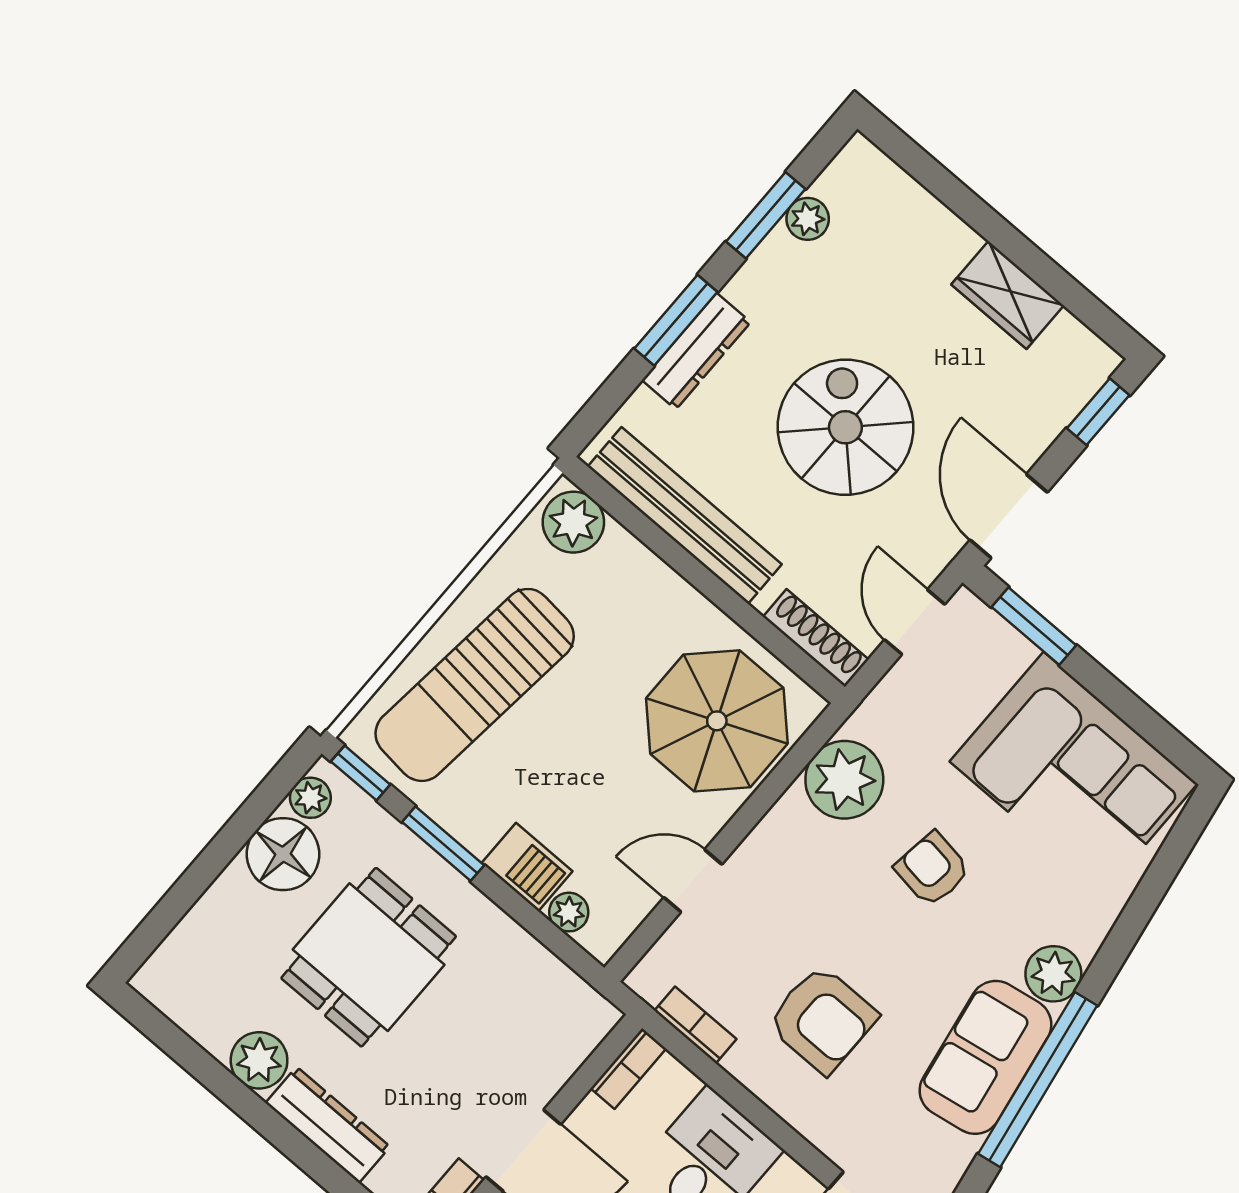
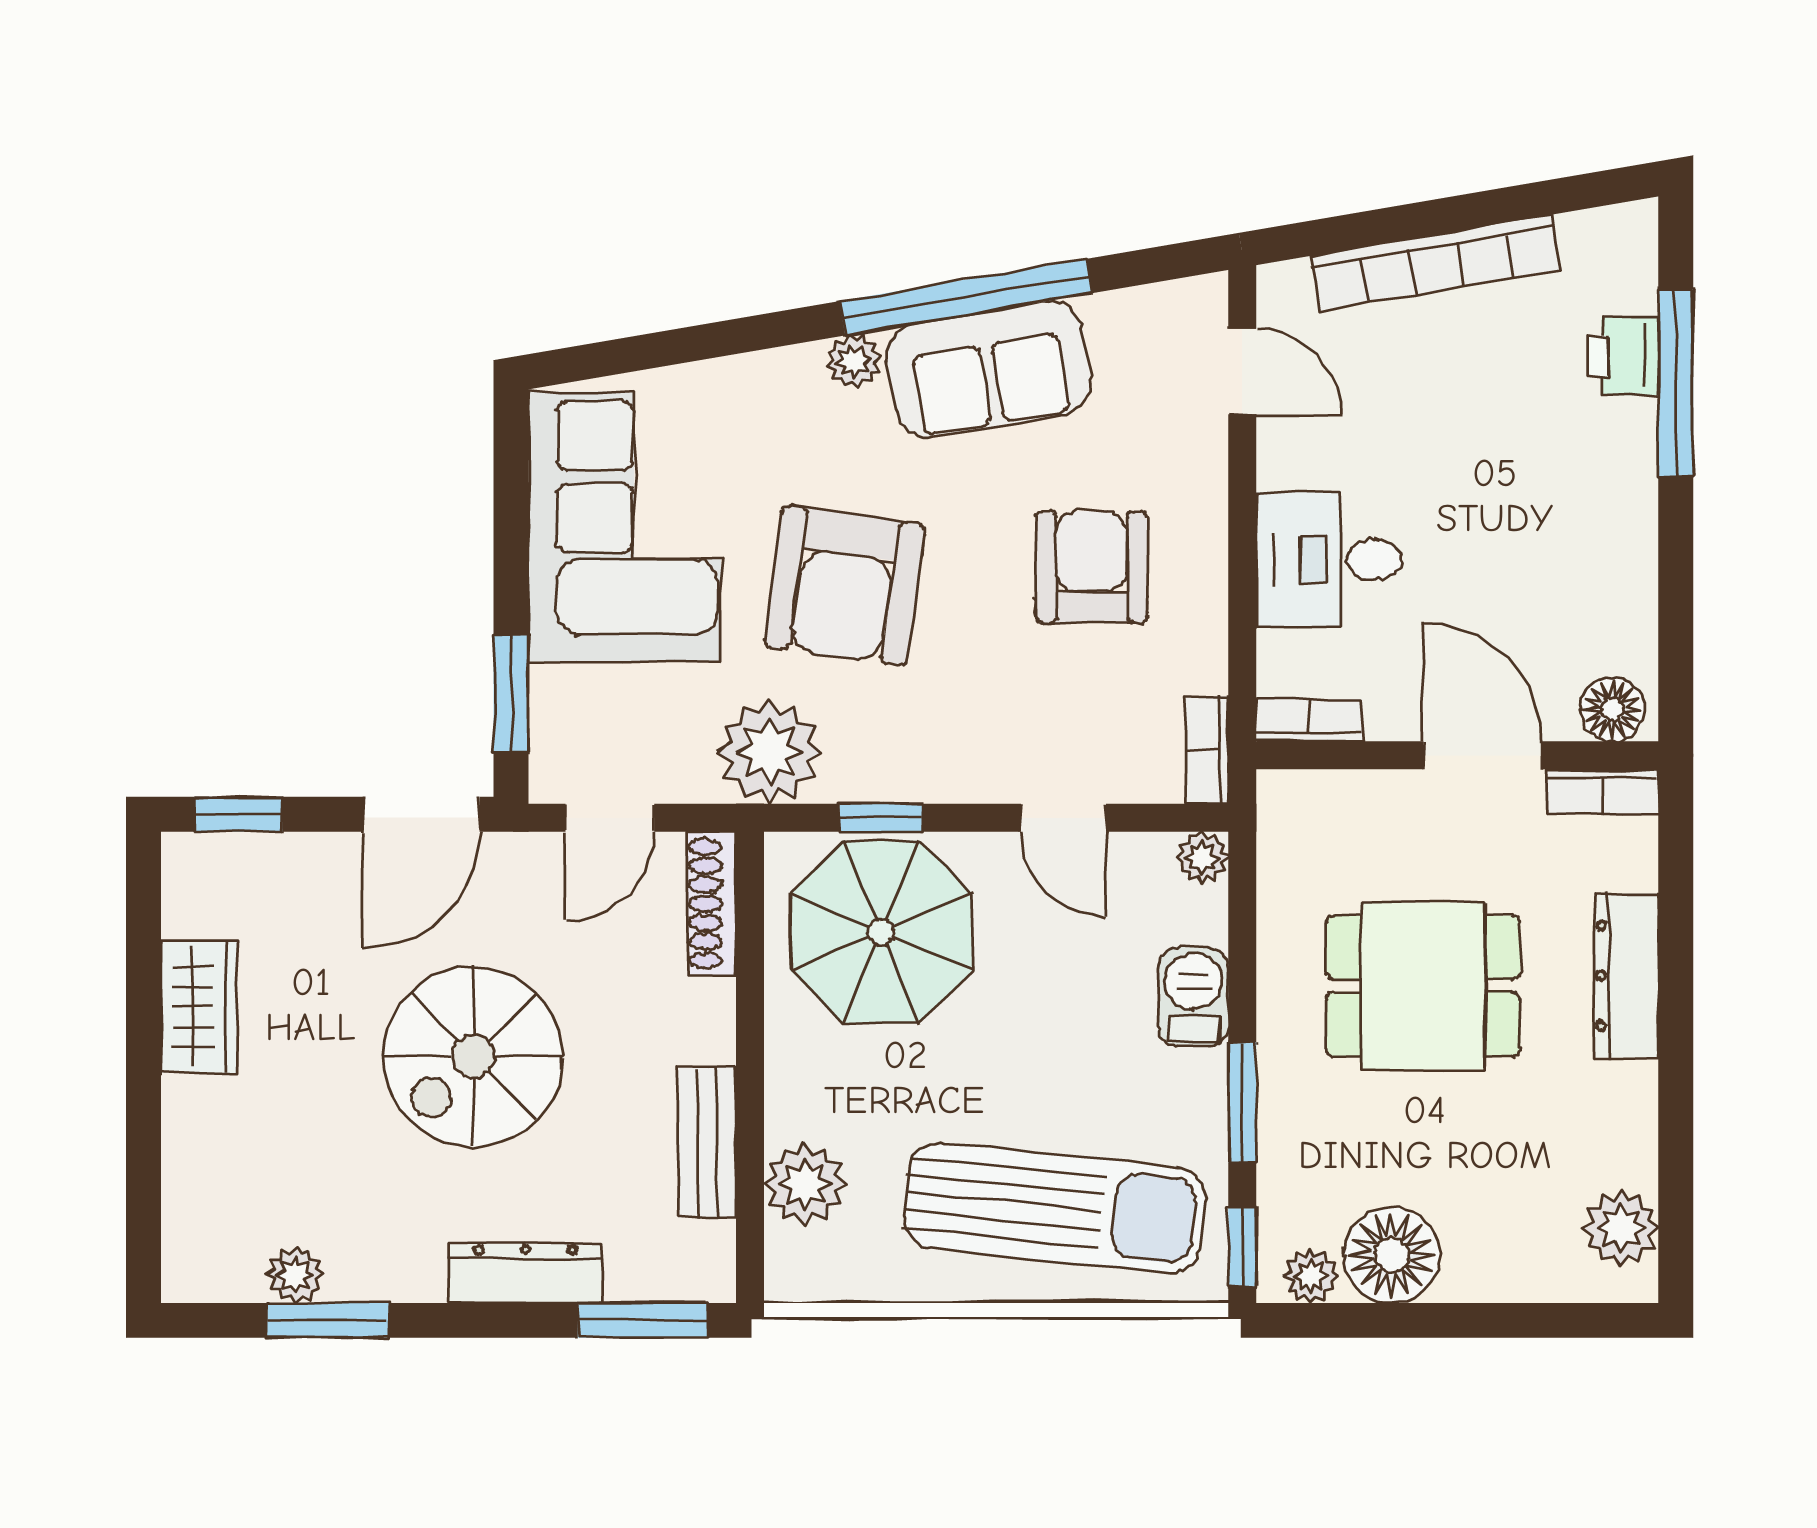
window: (676, 320) -> (643, 1320), moved
bench: (685, 515) -> (707, 1142), width x0.54, depth x0.82
plant: (573, 522) -> (805, 1184), moved
window: (782, 777) -> (881, 818), added
plant: (844, 780) -> (770, 752), moved
armchair: (932, 869) -> (844, 586), width x1.88, depth x1.88
plant: (569, 912) -> (1203, 858), moved
dining table: (369, 957) -> (1423, 986), moved
plant: (1053, 974) -> (854, 361), width x0.73, depth x0.73
bookcase: (695, 1025) -> (1207, 750), moved
plant: (259, 1060) -> (1621, 1228), moved

